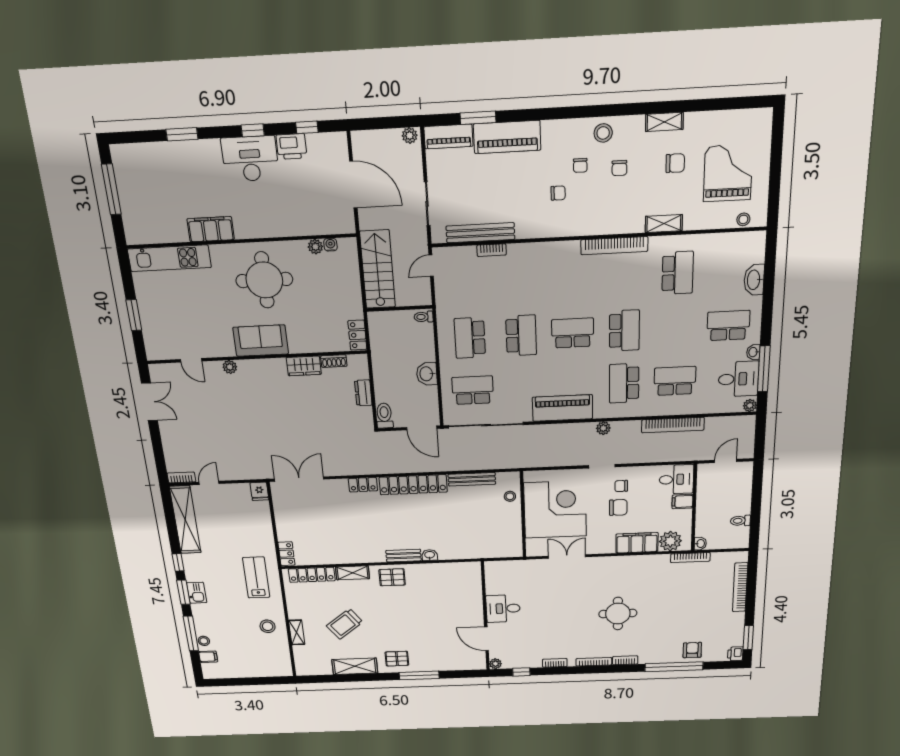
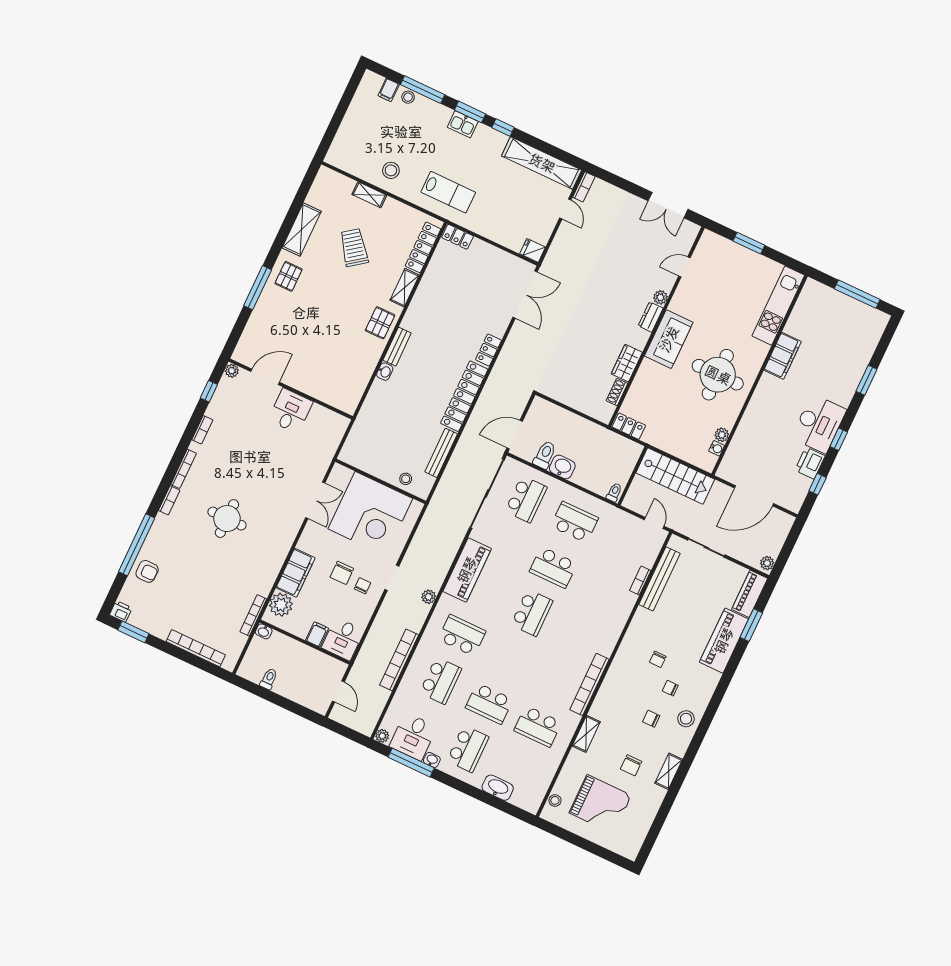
school desk: (624, 330) -> (489, 704), moved
dresser: (363, 393) -> (651, 317), moved, turned -90
toilet: (384, 416) -> (545, 455), moved, turned -90

